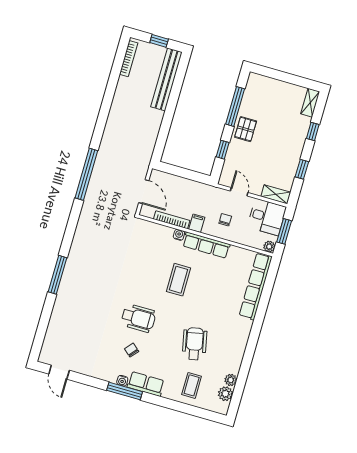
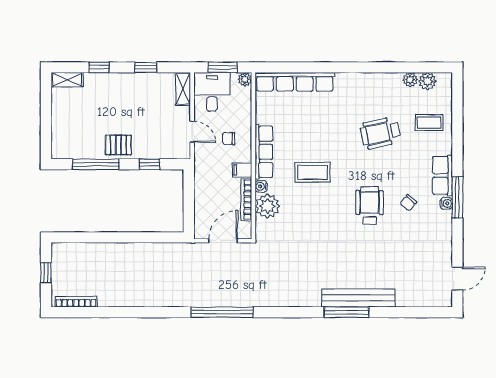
bench: (166, 79) -> (358, 298), moved
door: (239, 192) -> (192, 132), swing flipped
plant: (162, 235) -> (267, 206), added

